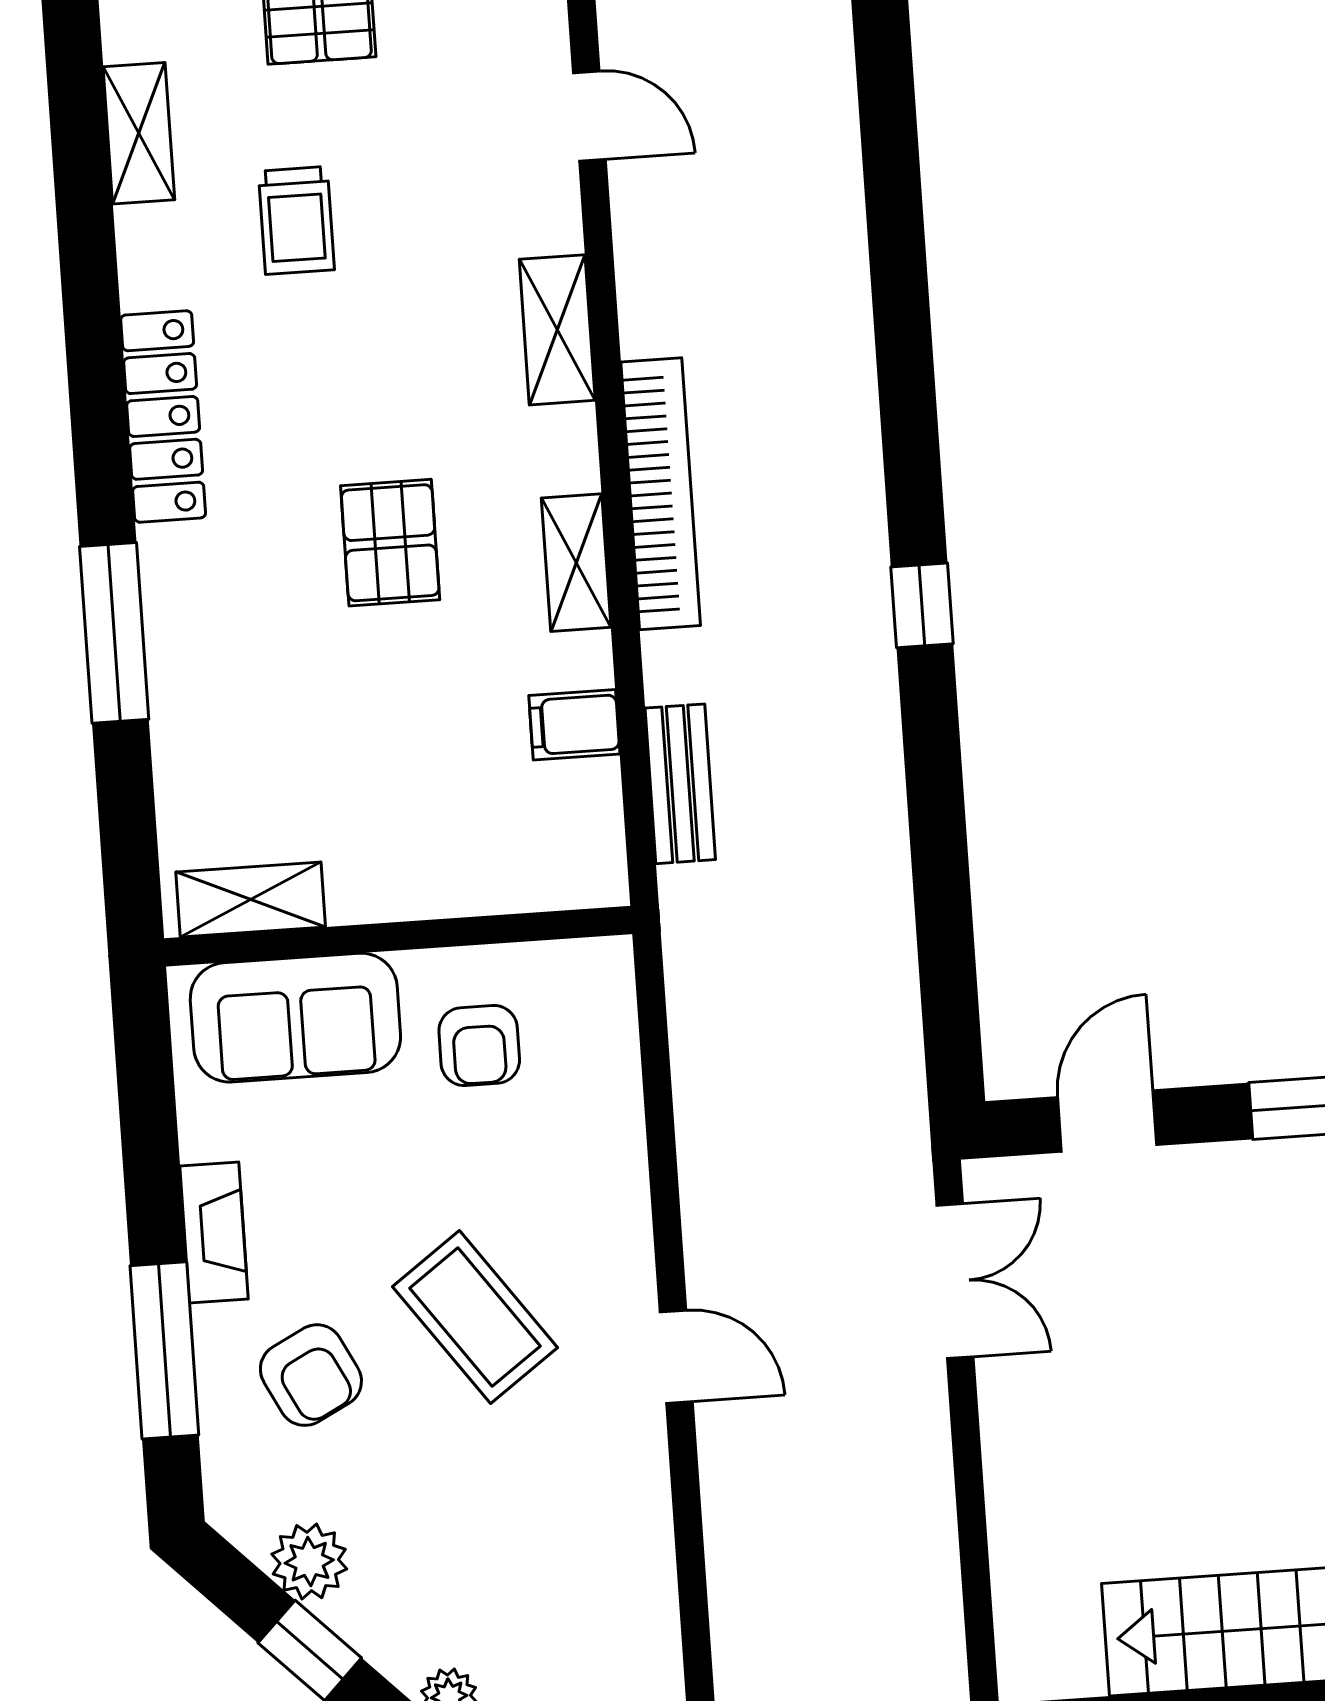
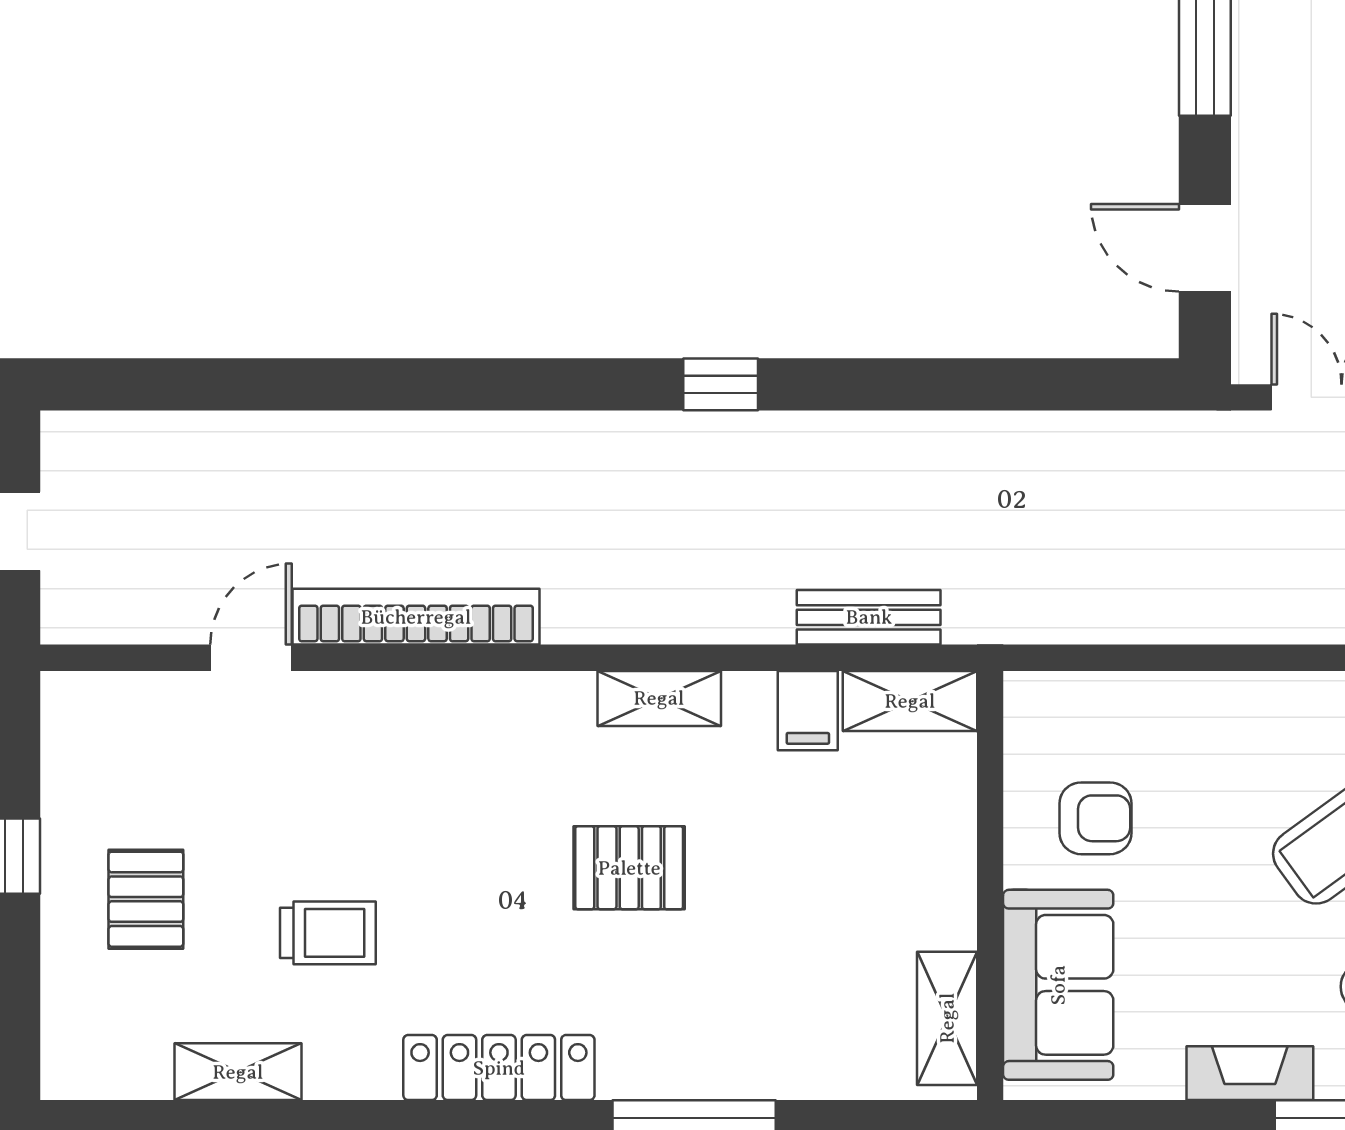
shelving: (557, 330) -> (910, 701), moved
bookcase: (661, 494) -> (416, 617), moved

